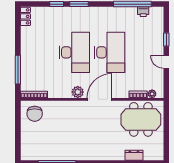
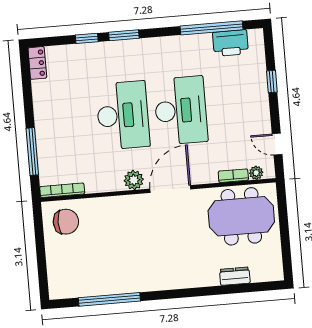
printer: (143, 12) -> (231, 43), width x1.87, depth x1.48
door: (166, 62) -> (277, 144), moved
chair: (35, 114) -> (66, 222), turned -90

